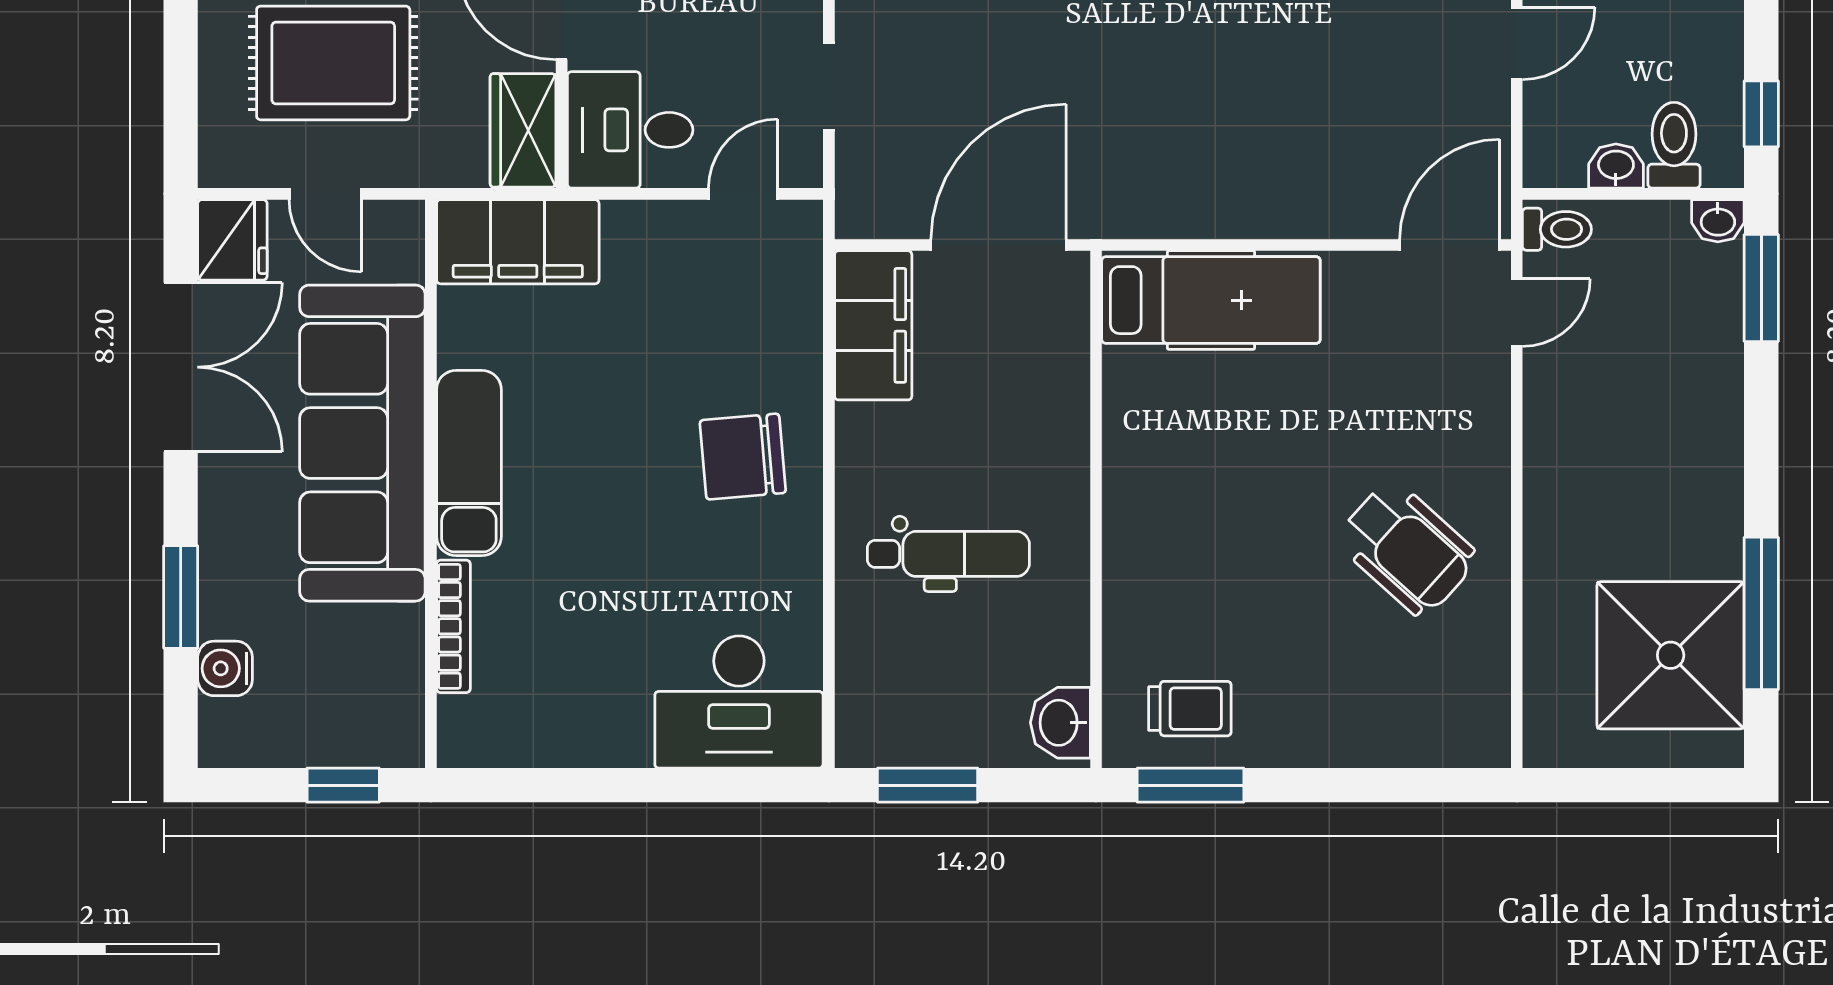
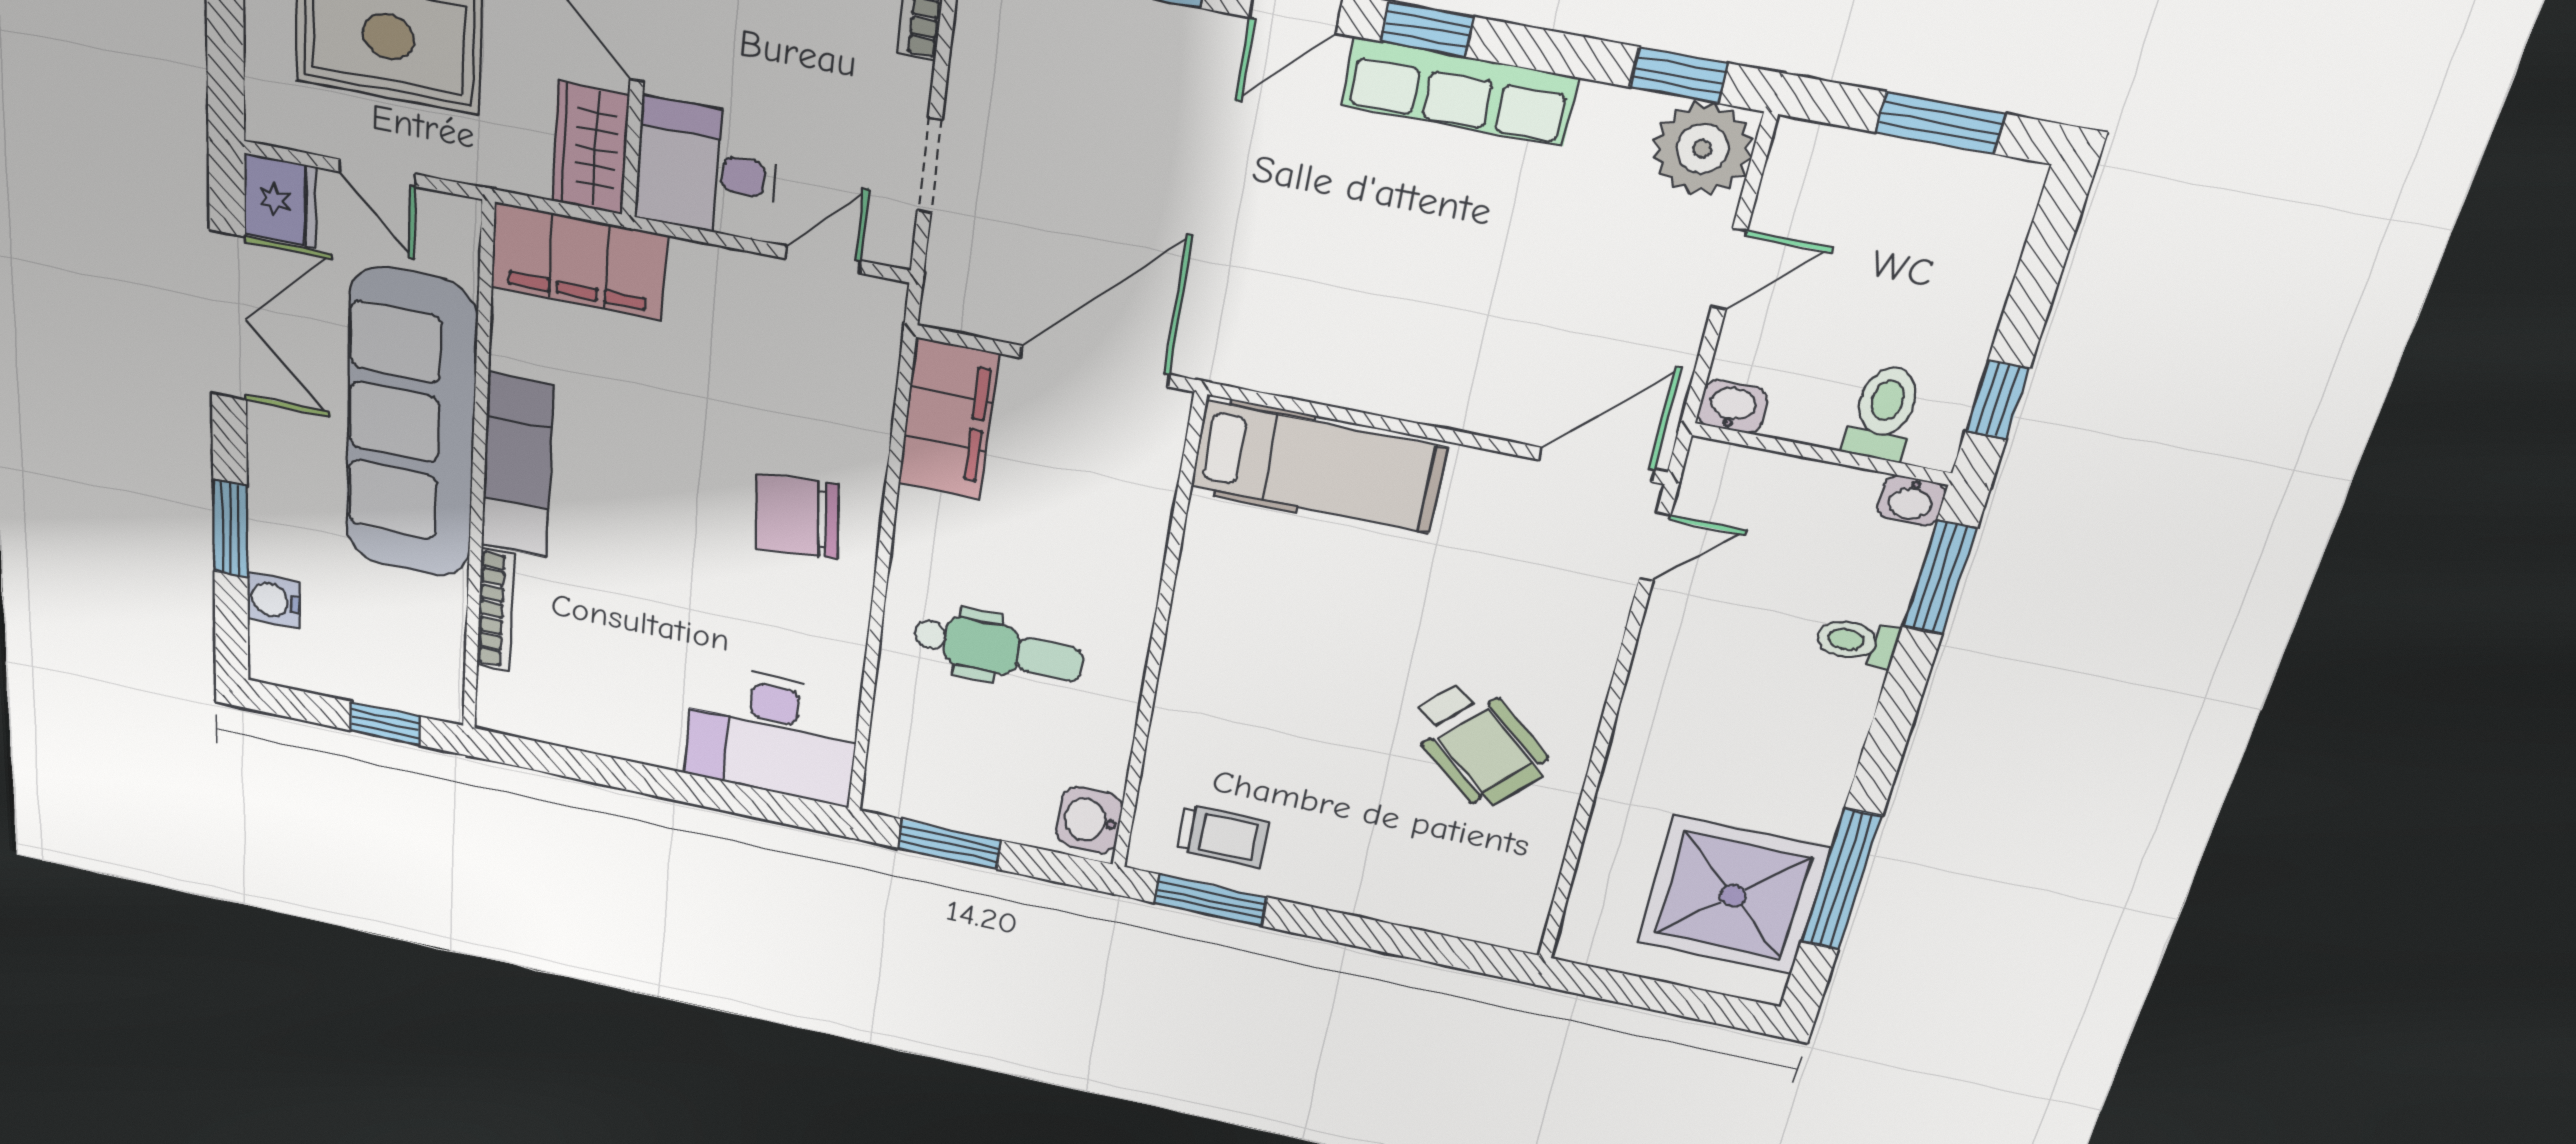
washbasin: (1616, 166) -> (1733, 407), moved
toilet: (1557, 229) -> (1857, 642), moved, turned 180

